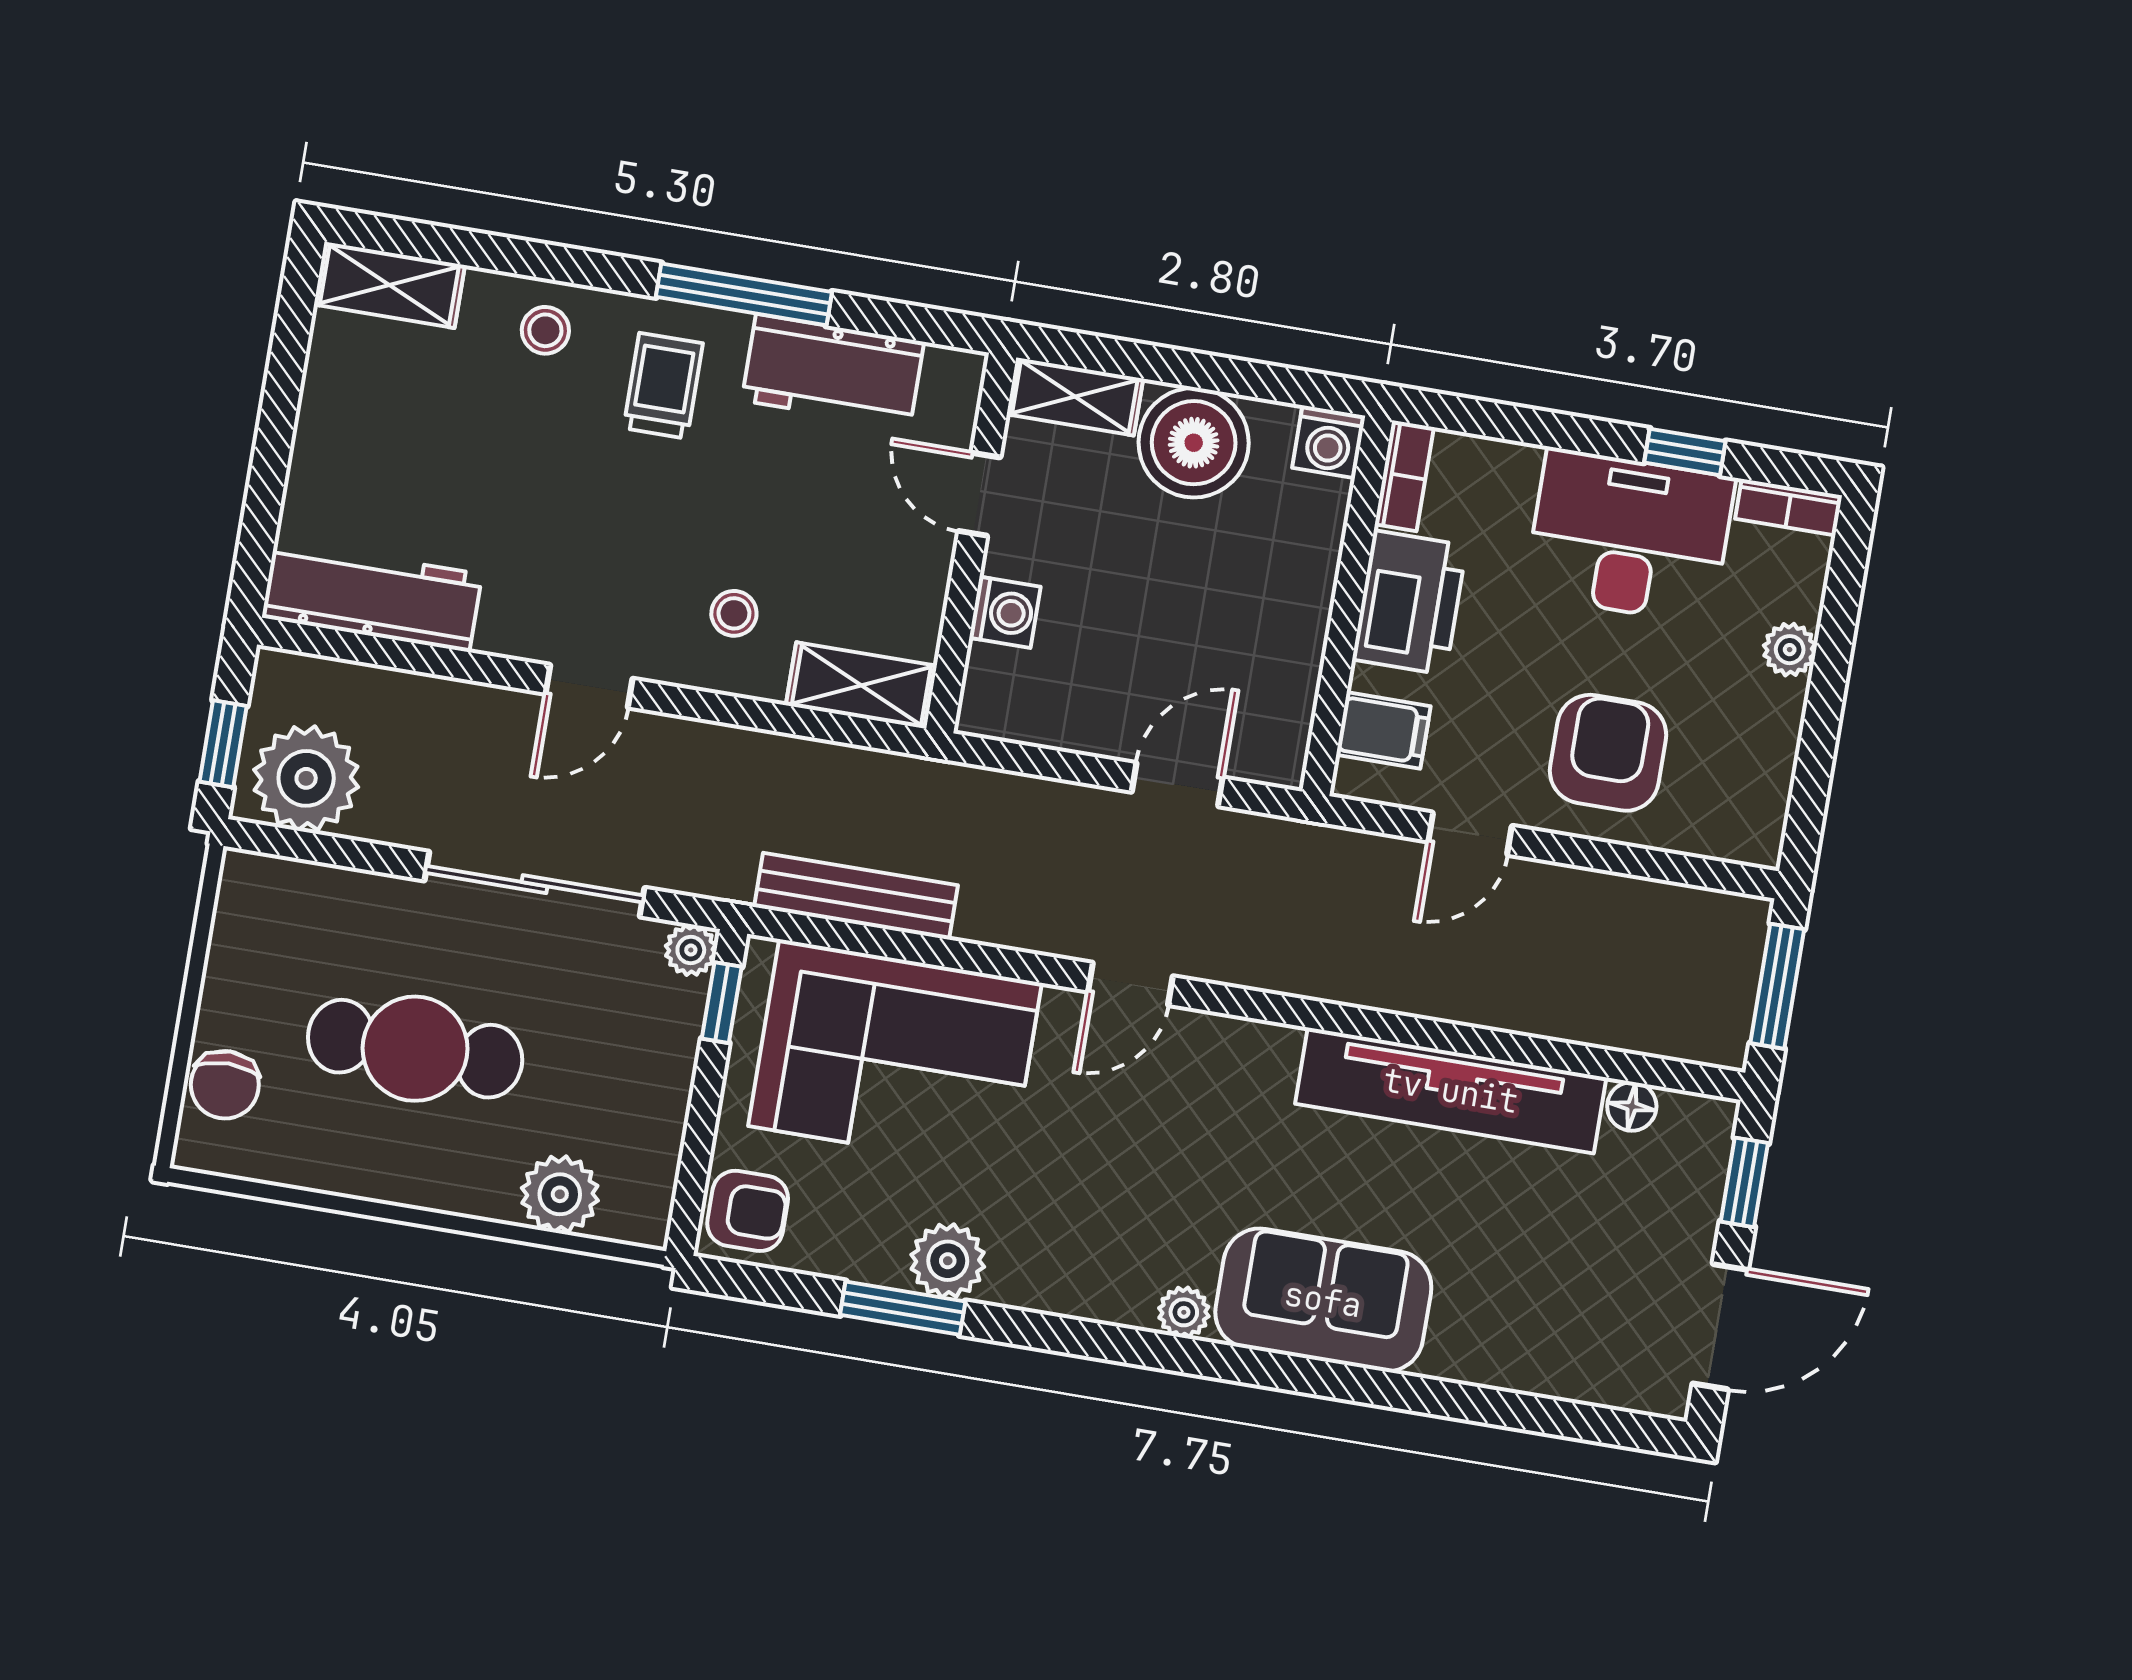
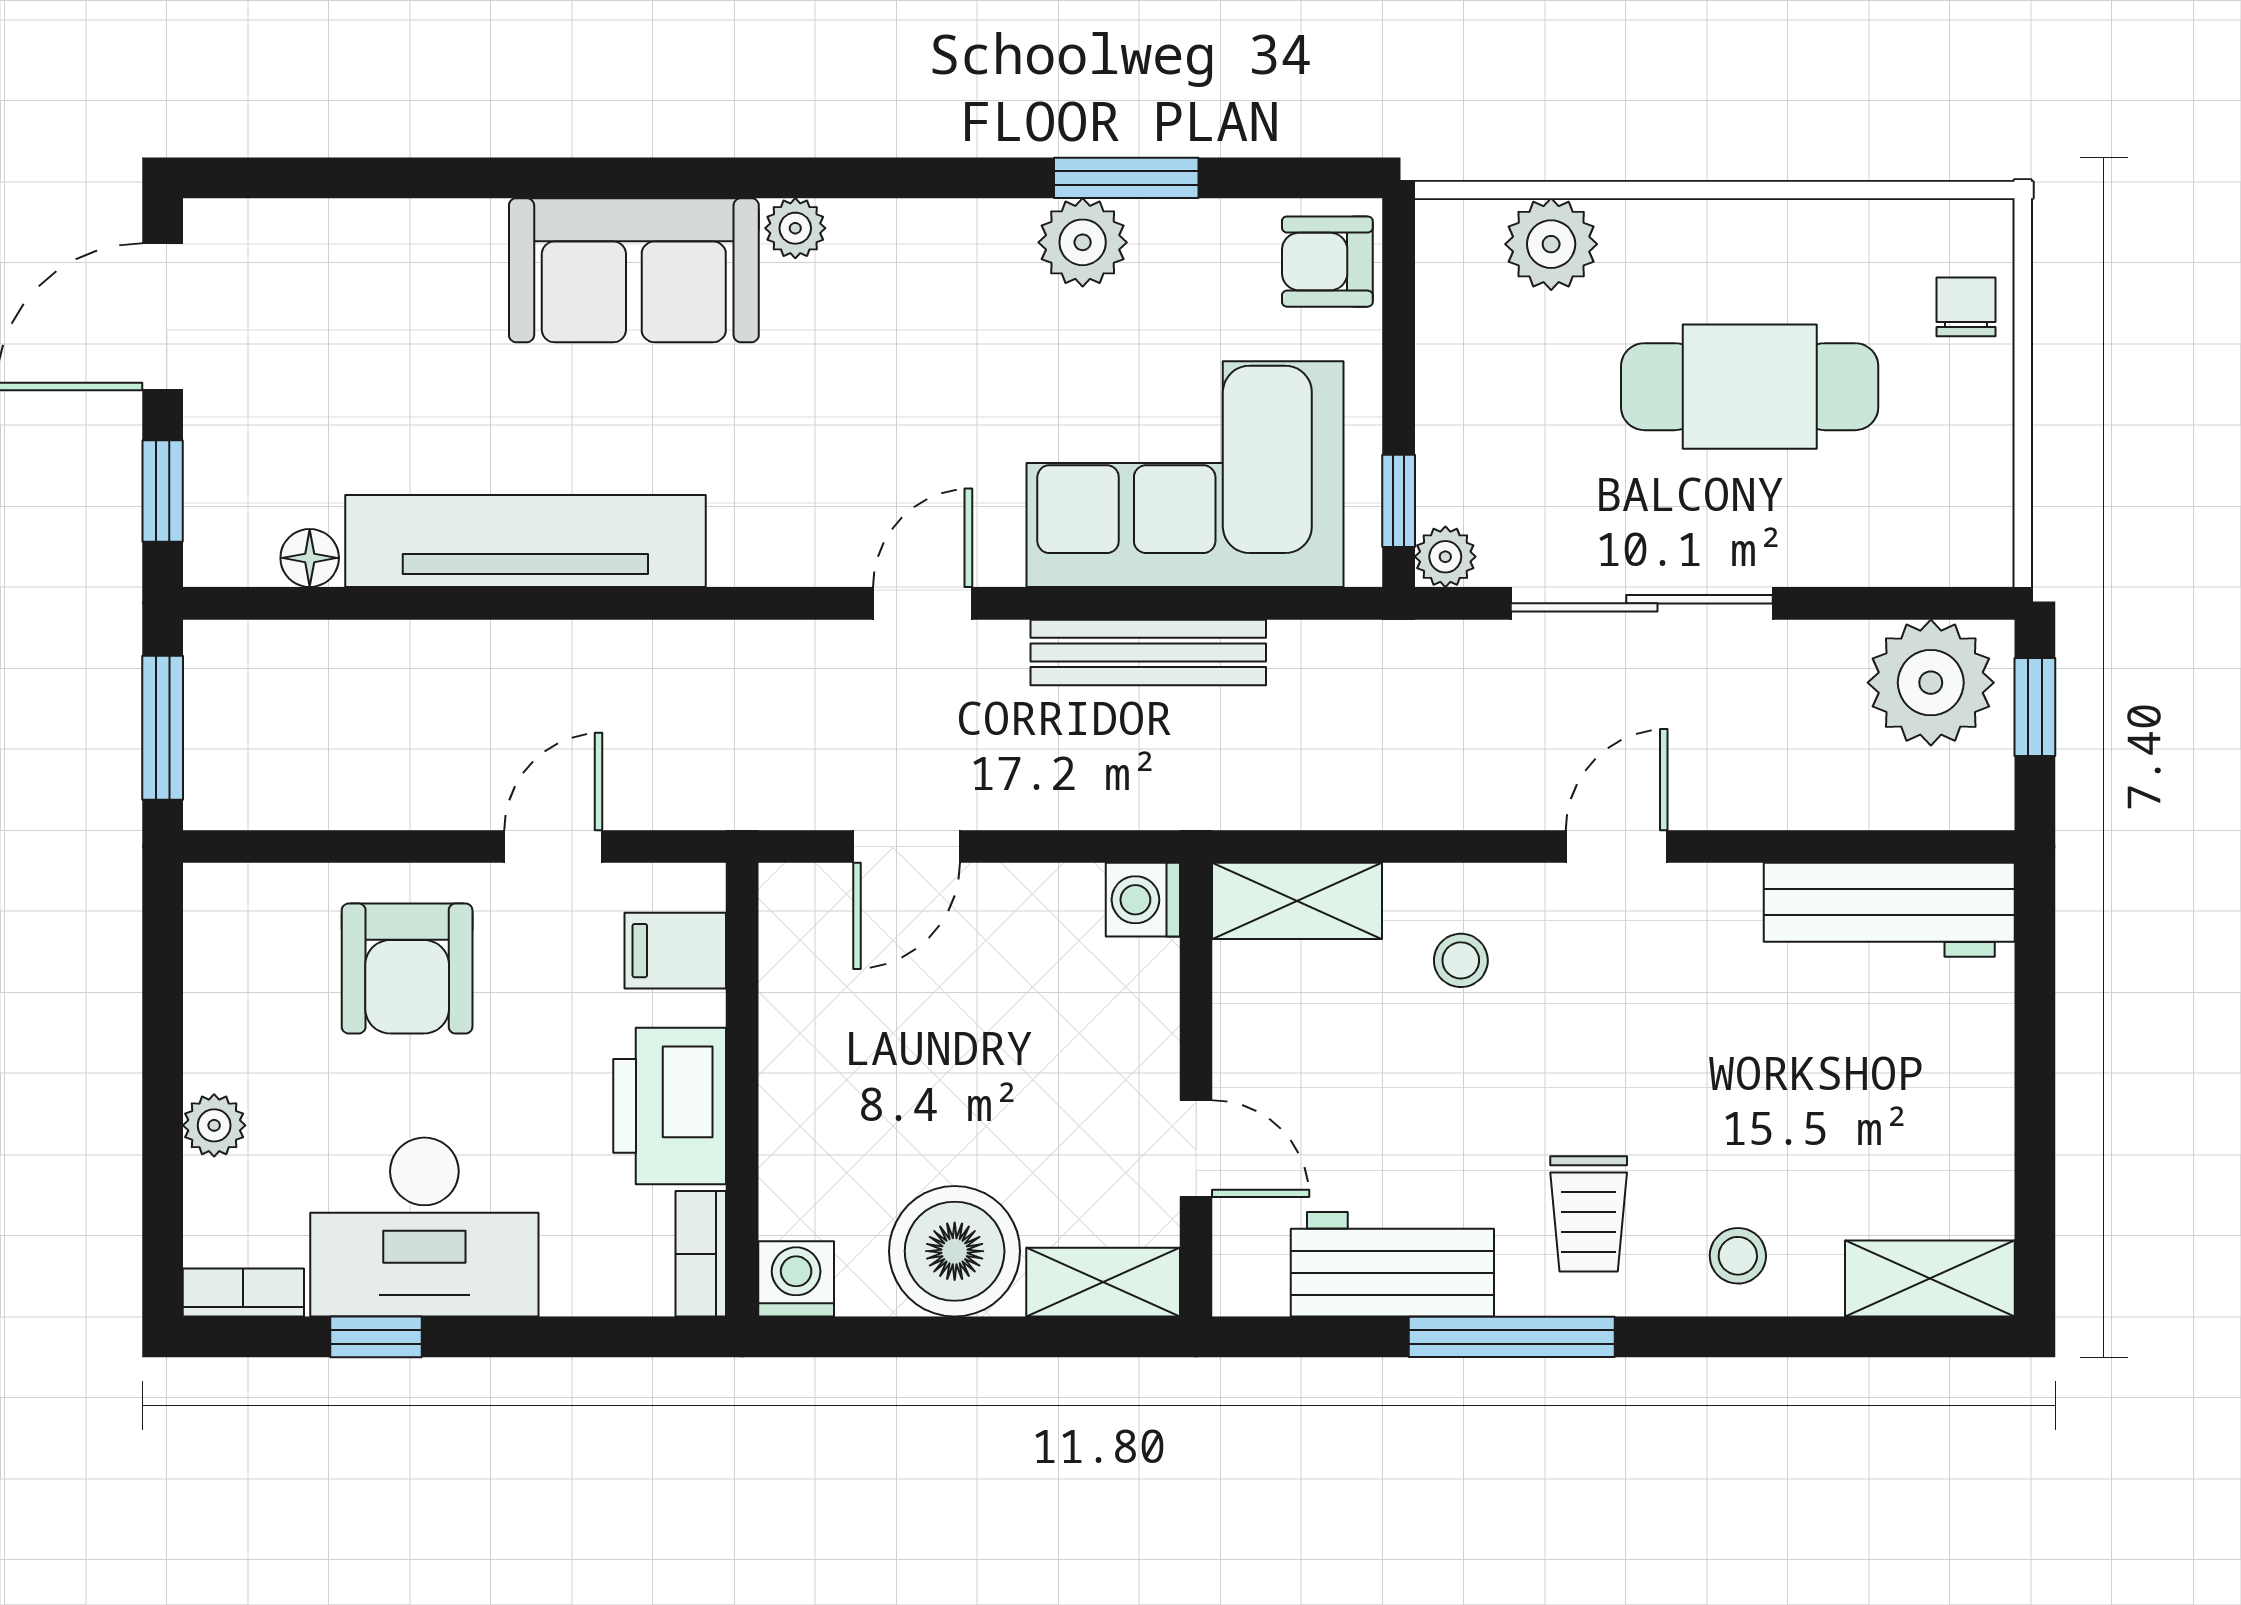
washing machine: (1005, 612) -> (1143, 900), moved
bench: (856, 896) -> (1148, 652), moved
chair: (225, 1085) -> (1966, 307), width x0.73, depth x0.73

